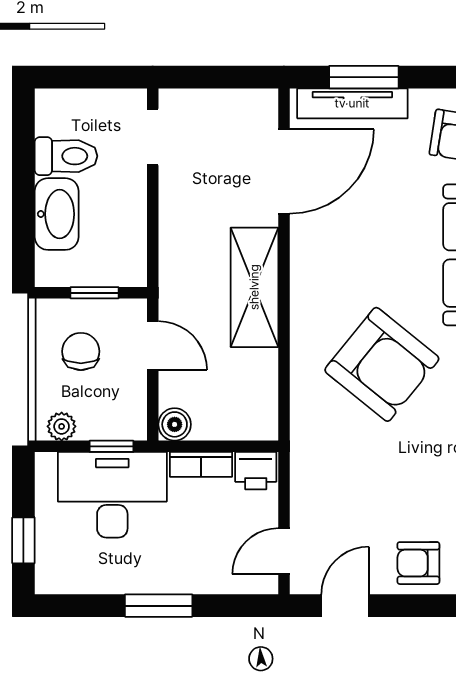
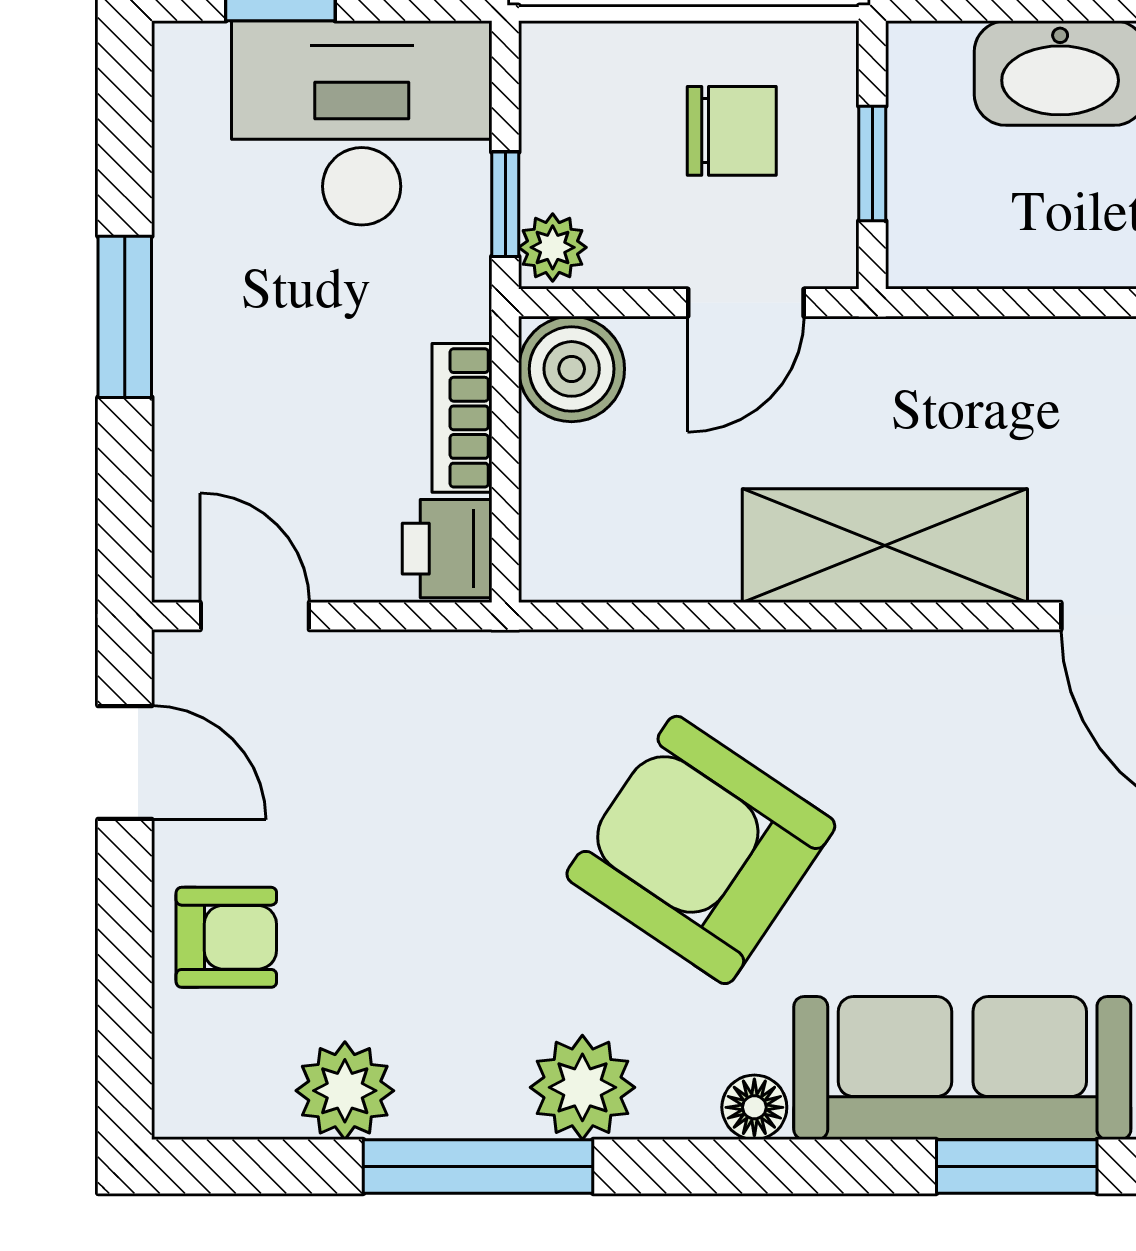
armchair: (382, 364) -> (701, 850), turned 85
boiler: (175, 424) -> (572, 369), width x1.36, depth x1.36
plant: (62, 426) -> (553, 247), moved
desk: (112, 495) -> (362, 123), moved, turned -90
armchair: (418, 563) -> (226, 937), turned 90

